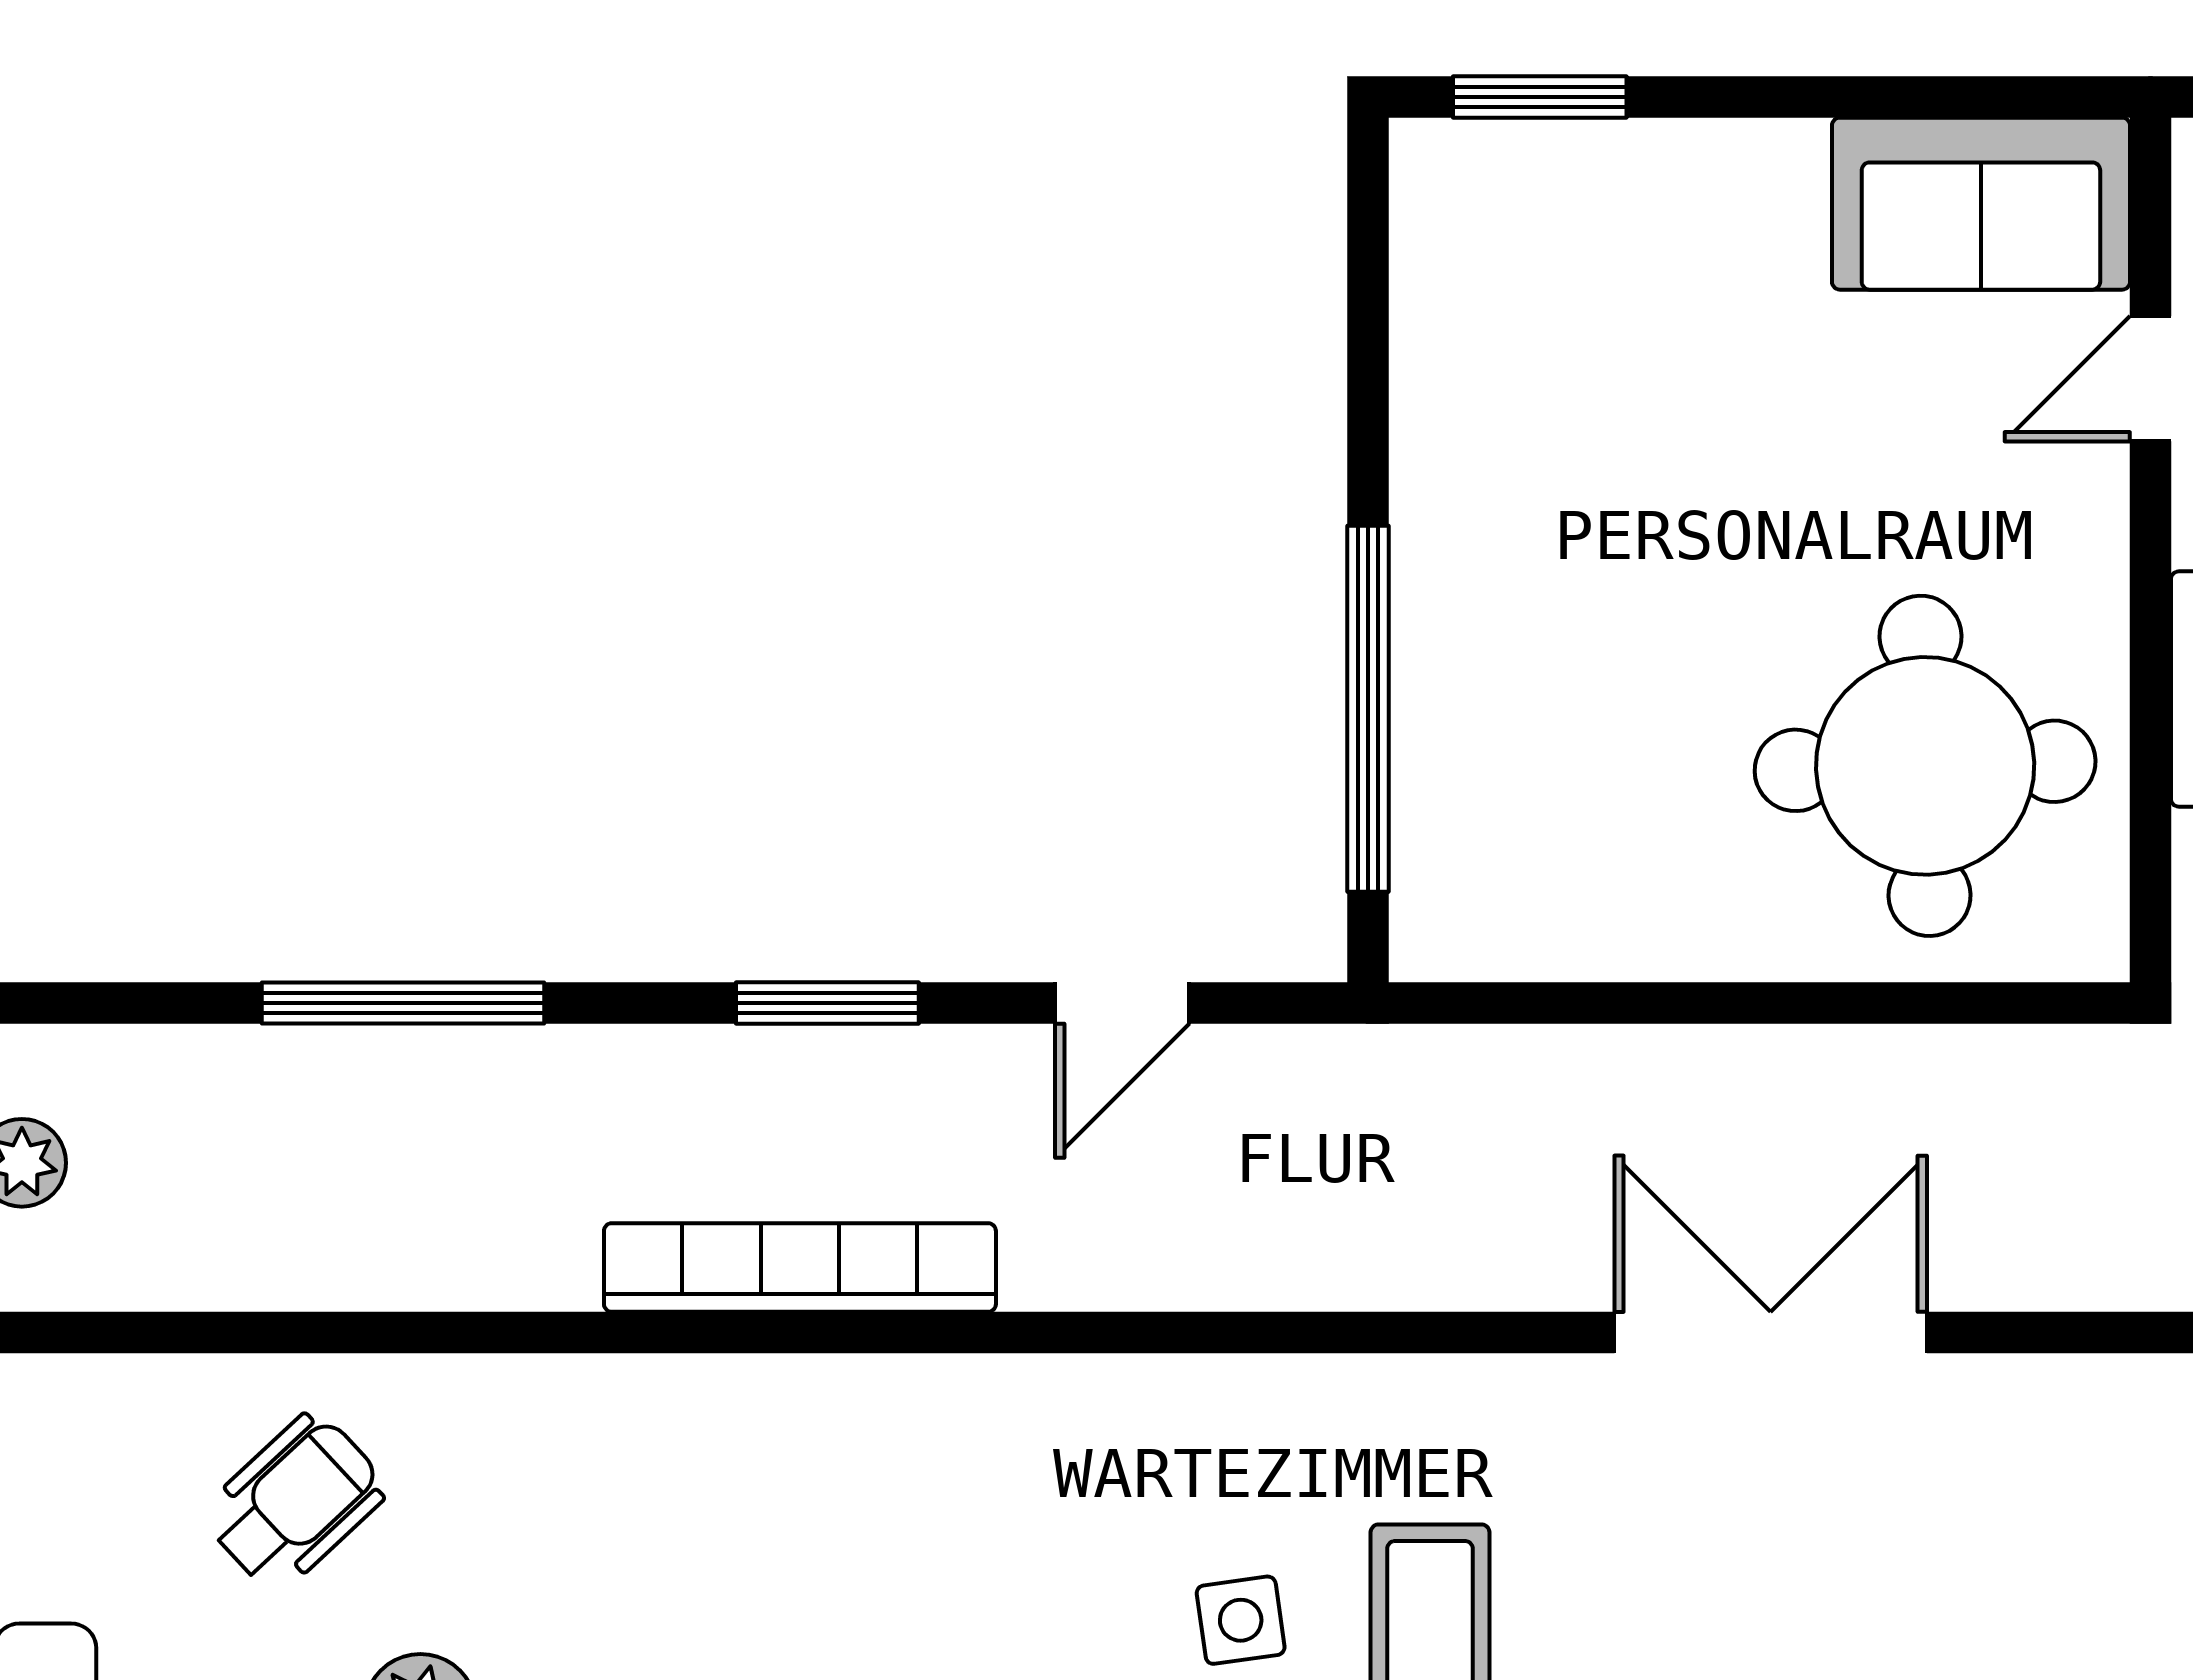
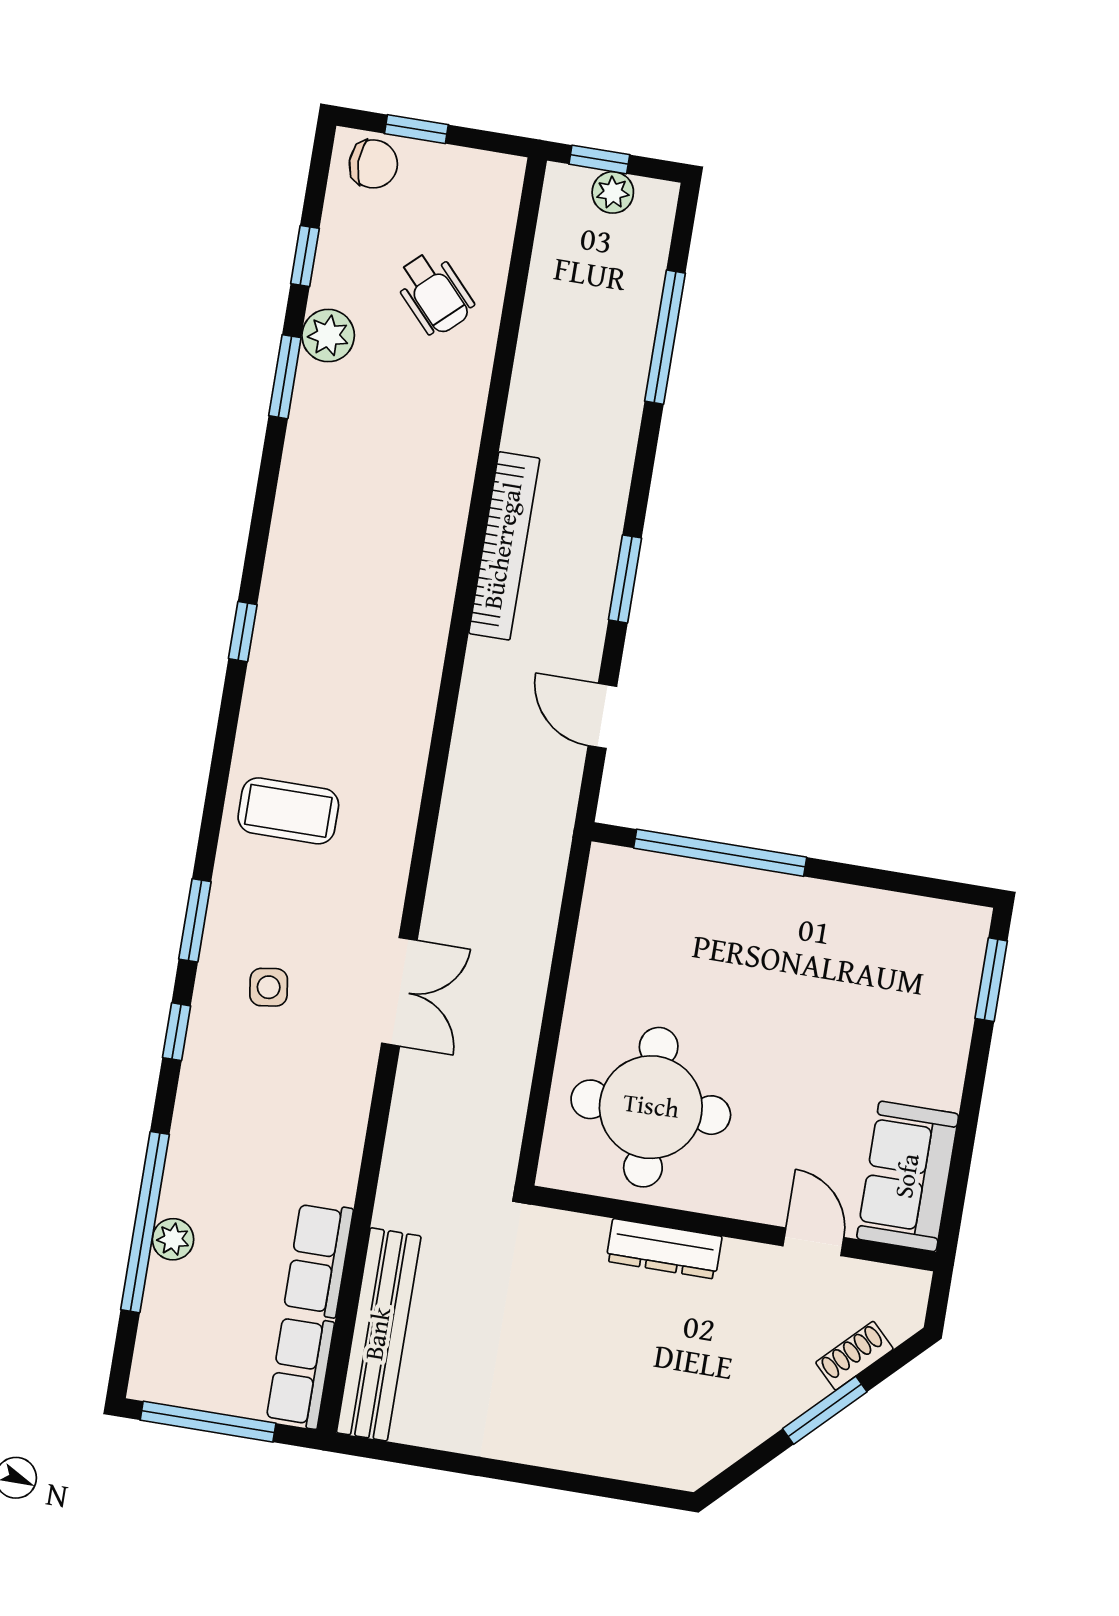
window: (403, 1003) -> (665, 337), moved
double door: (1771, 1333) -> (399, 992), width x0.73
side table: (1241, 1620) -> (269, 987), moved

